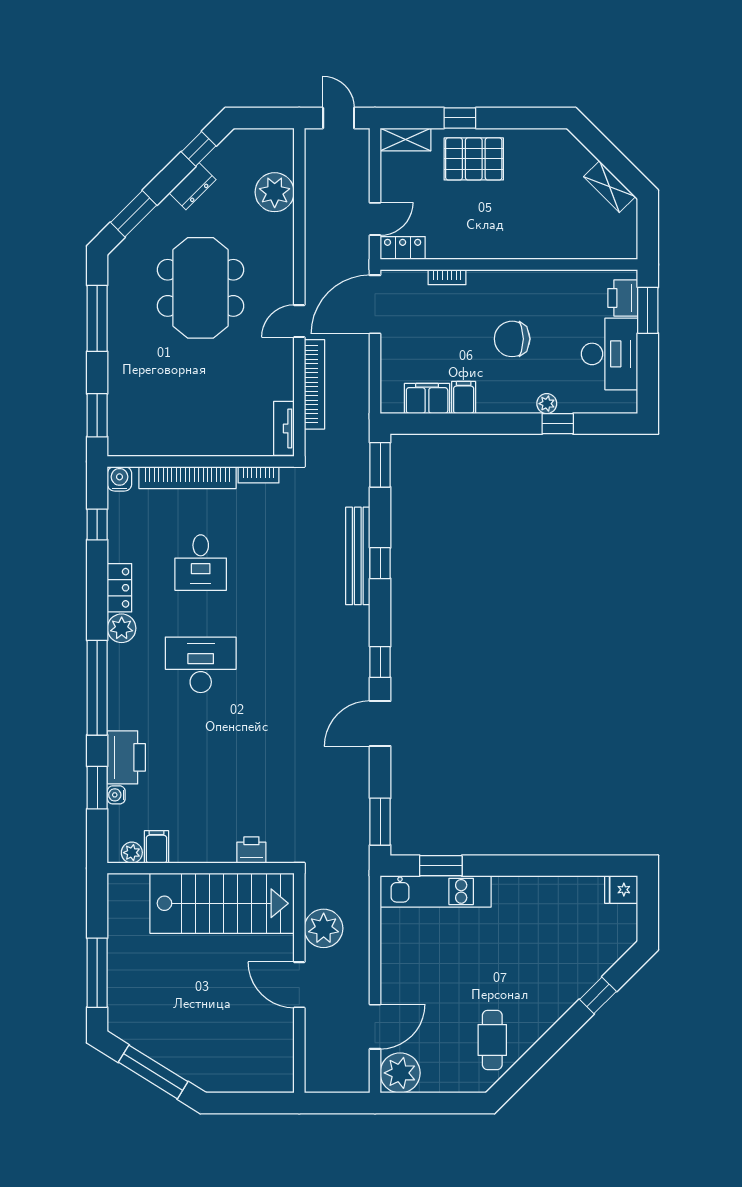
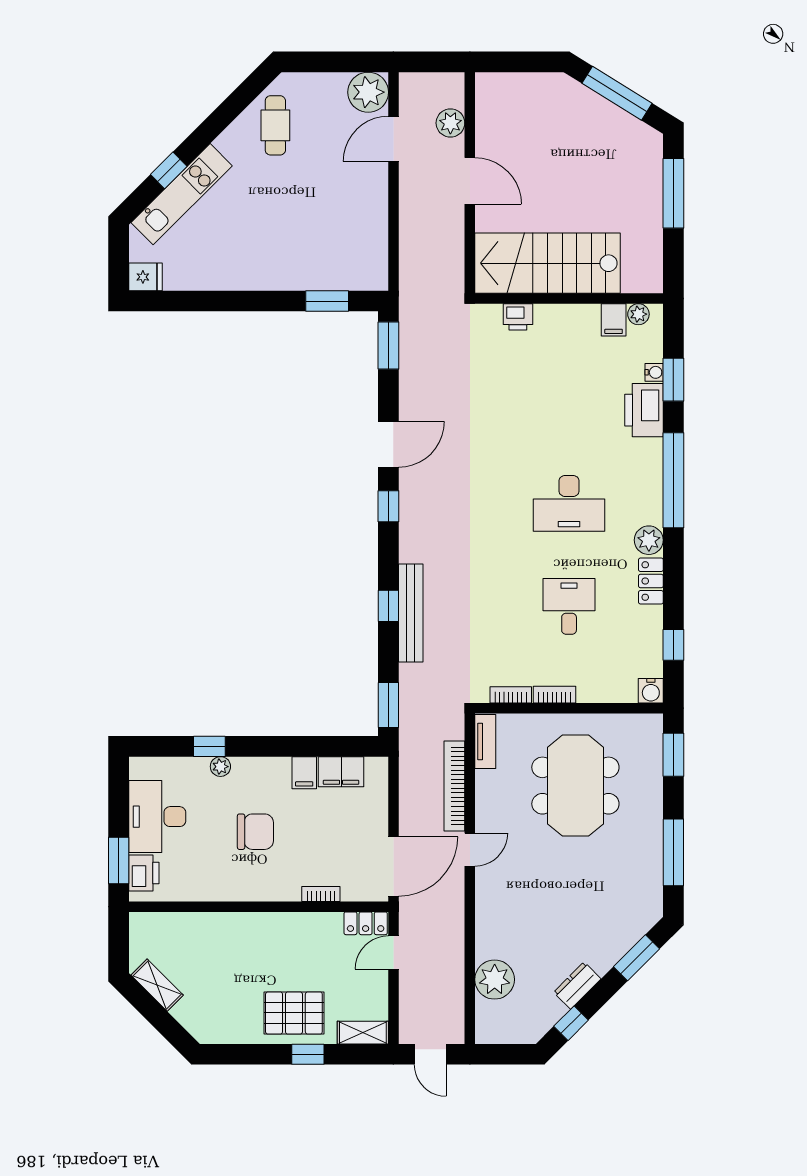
meeting table: (200, 288) -> (575, 786), moved
bookcase: (187, 478) -> (555, 695), width x0.43, depth x0.76
kitchen unit: (436, 891) -> (182, 194), moved, turned 135
plant: (324, 928) -> (450, 123), moved, width x0.73, depth x0.73

